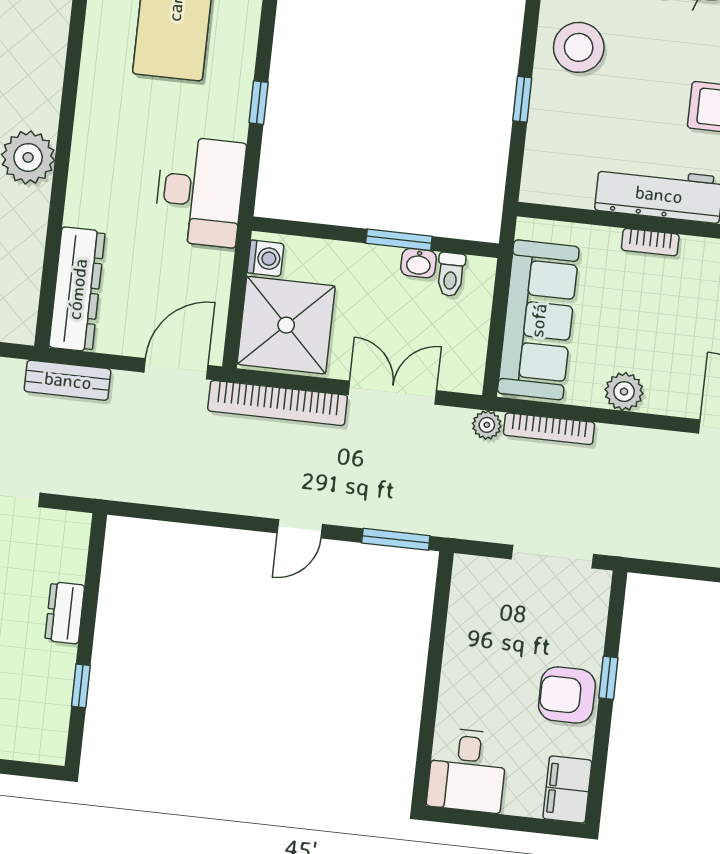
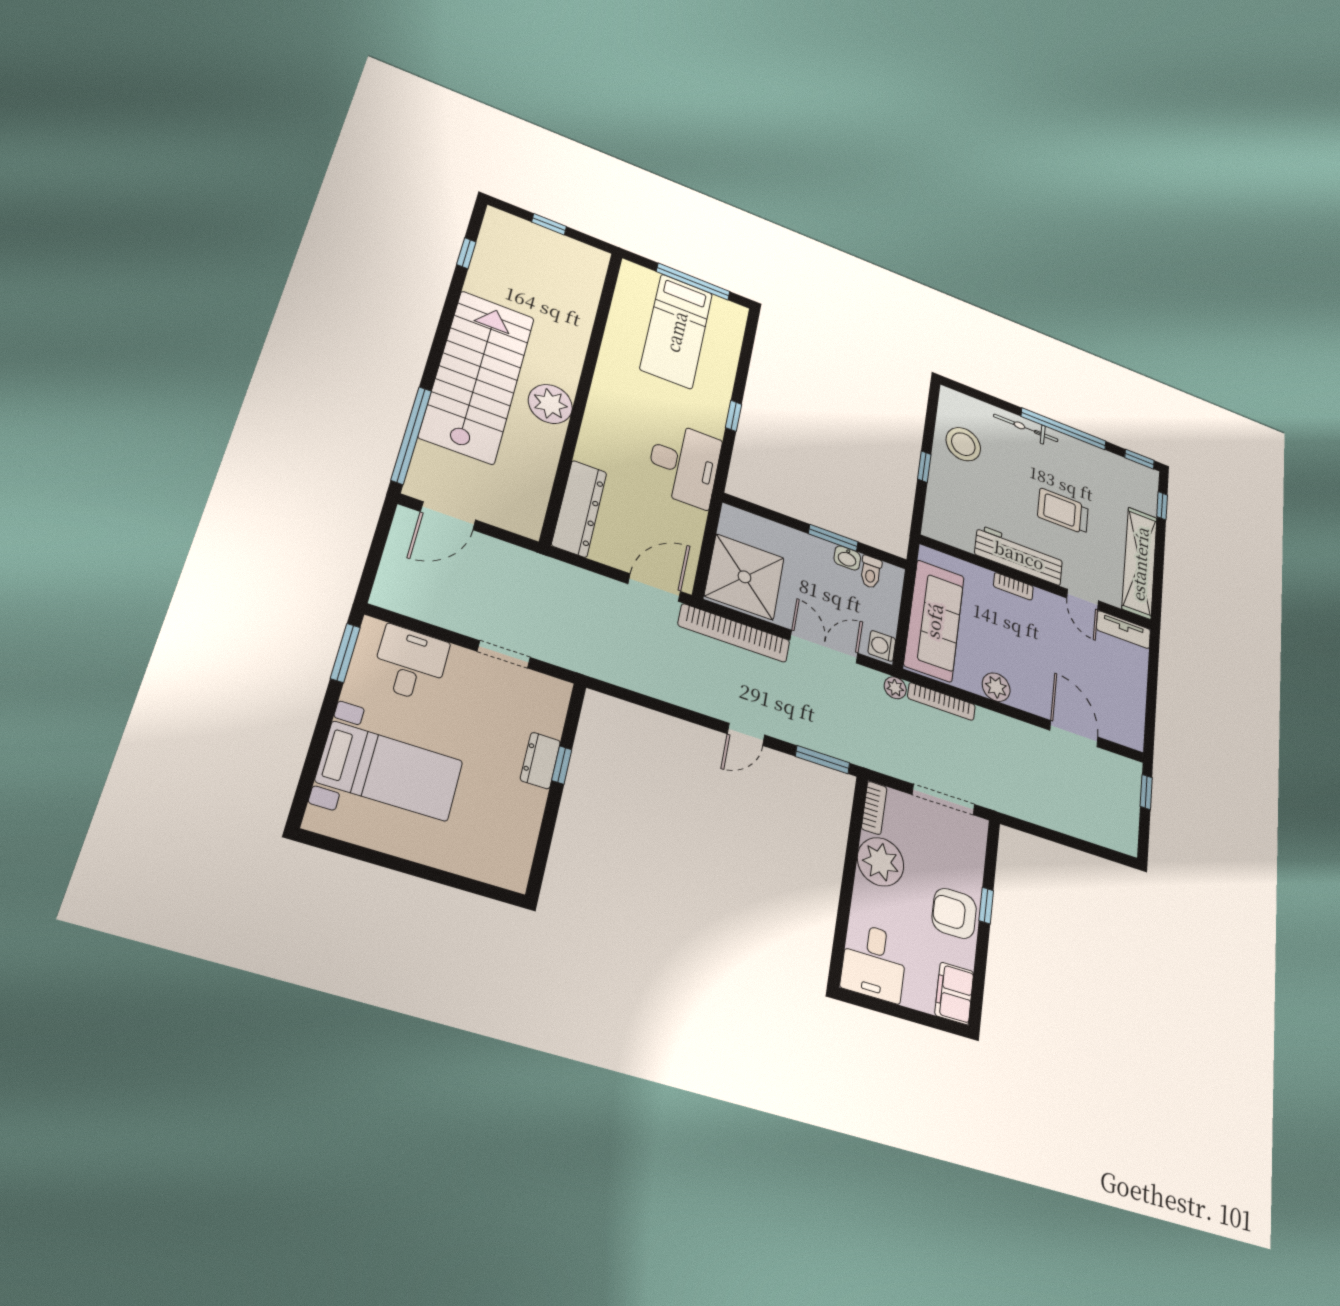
washing machine: (266, 258) -> (882, 646), moved, turned 180
bench: (68, 380) -> (564, 575), removed
bookcase: (463, 586) -> (874, 808), added
plant: (472, 650) -> (881, 862), added
window: (81, 686) -> (562, 765), moved

